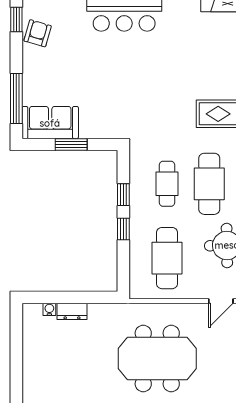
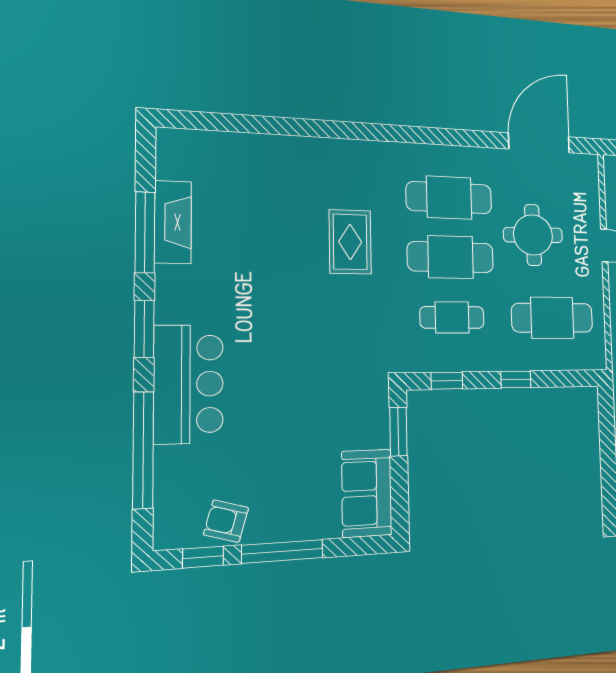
window: (16, 99) -> (282, 551), moved
window: (71, 145) -> (398, 432), moved
window: (123, 195) -> (447, 381), moved

